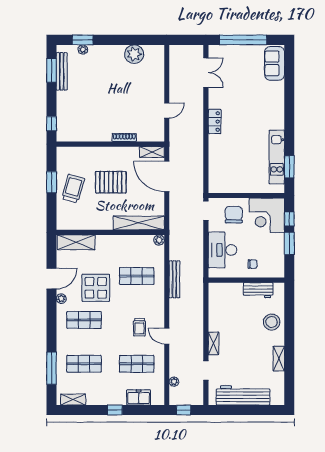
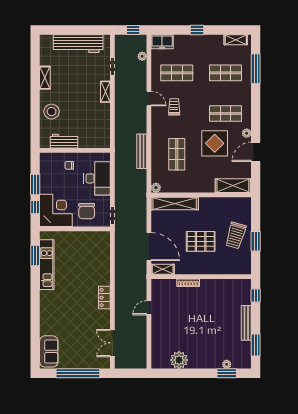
bench: (62, 71) -> (246, 323), moved
shop shelf: (137, 276) -> (177, 154), turned 90
freezer: (139, 397) -> (162, 42), moved

